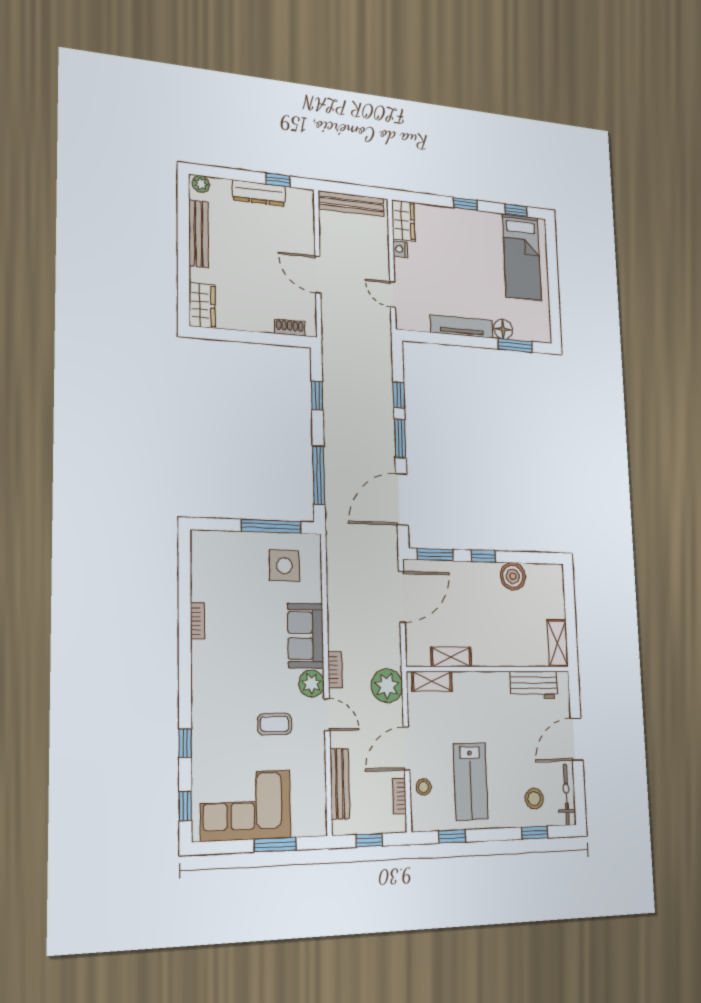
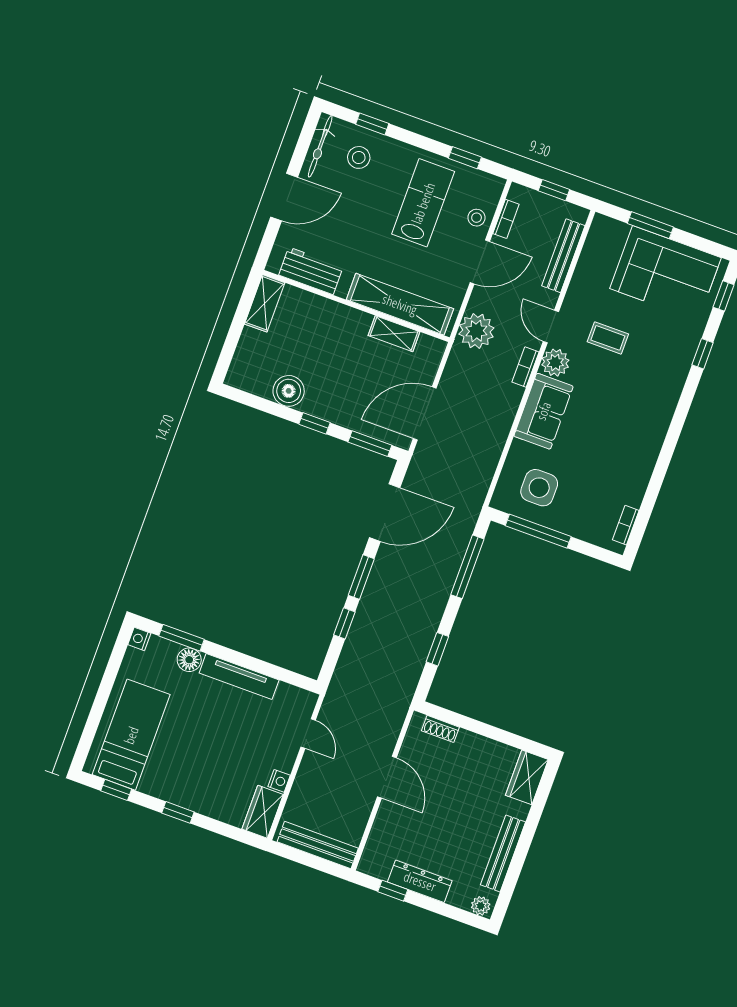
nightstand: (545, 335) -> (139, 639), added
bookcase: (198, 621) -> (626, 525), moved
shelving: (432, 681) -> (400, 304), width x2.20, depth x1.33

